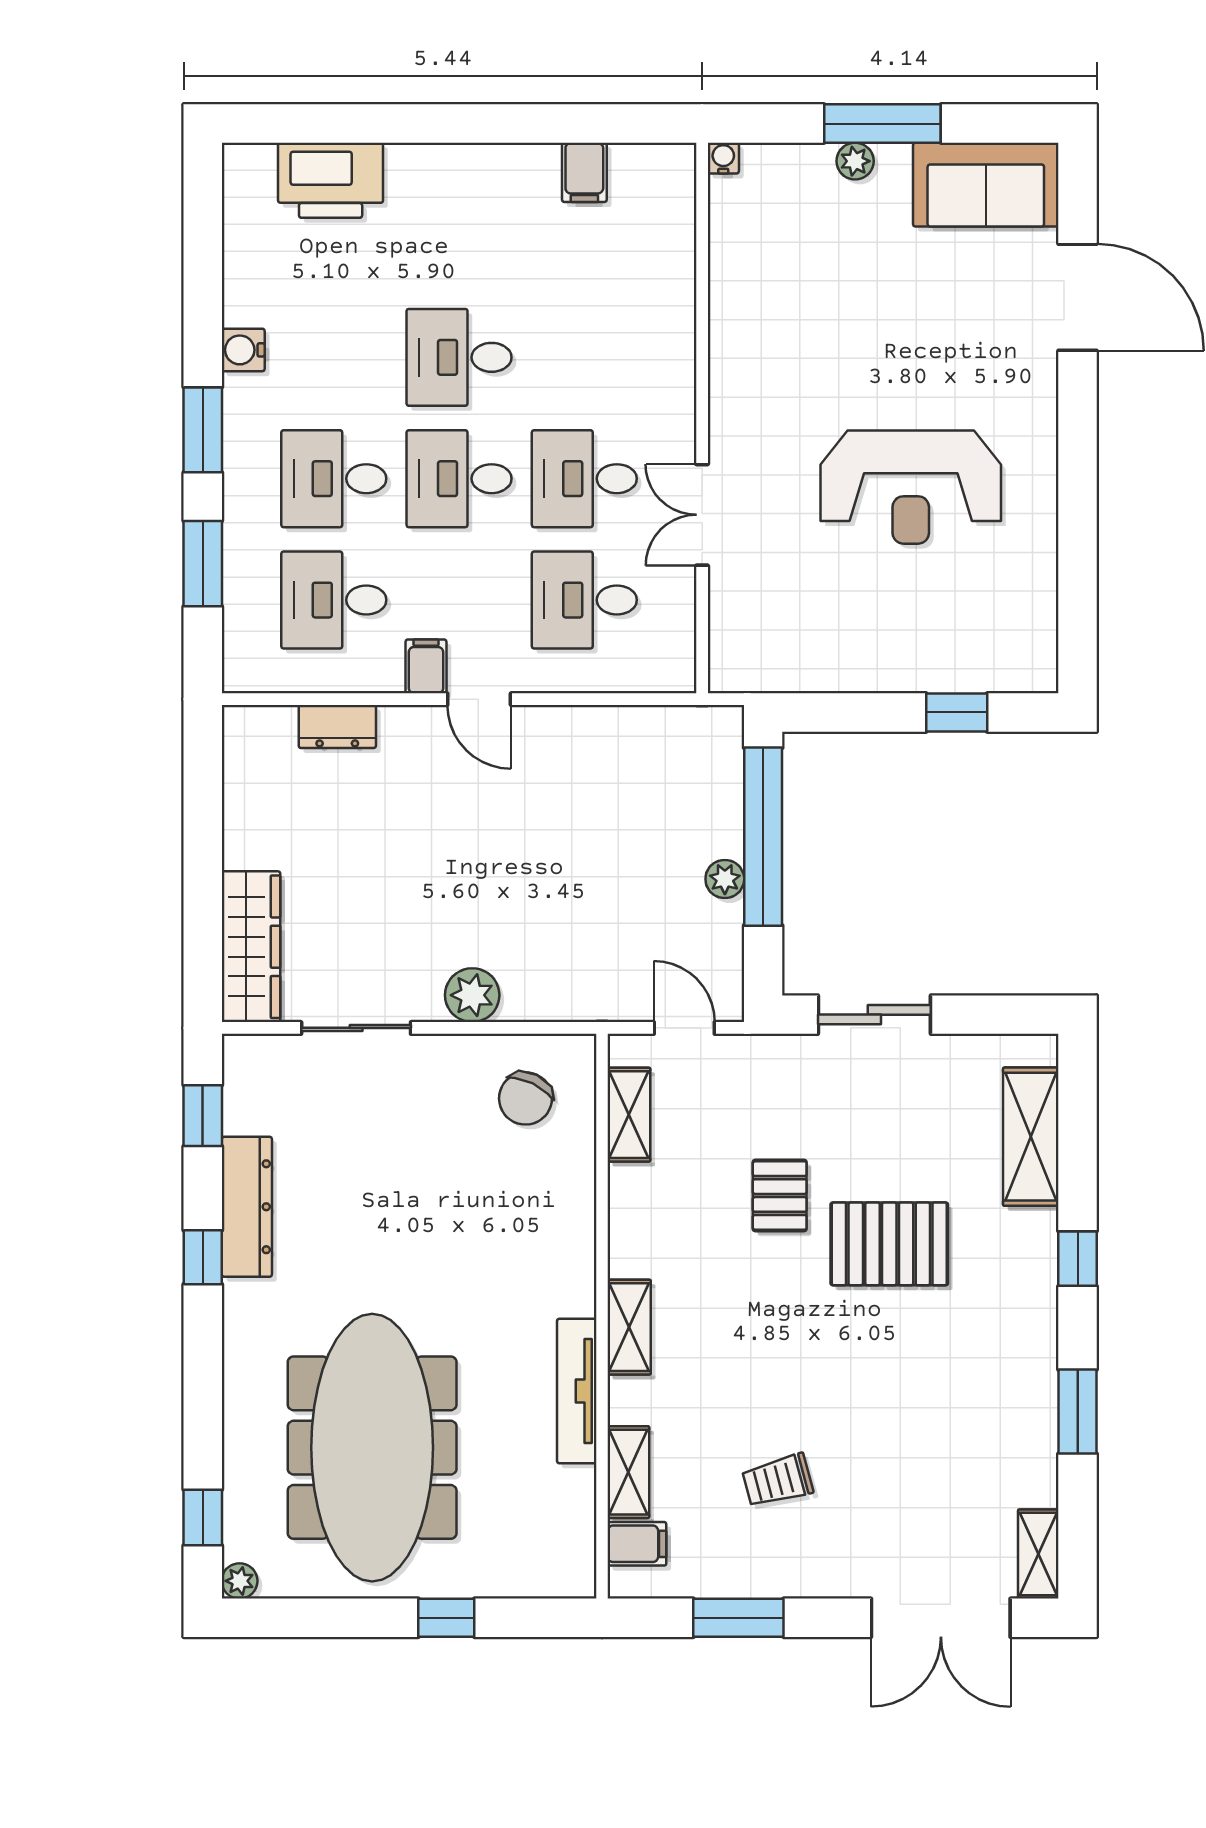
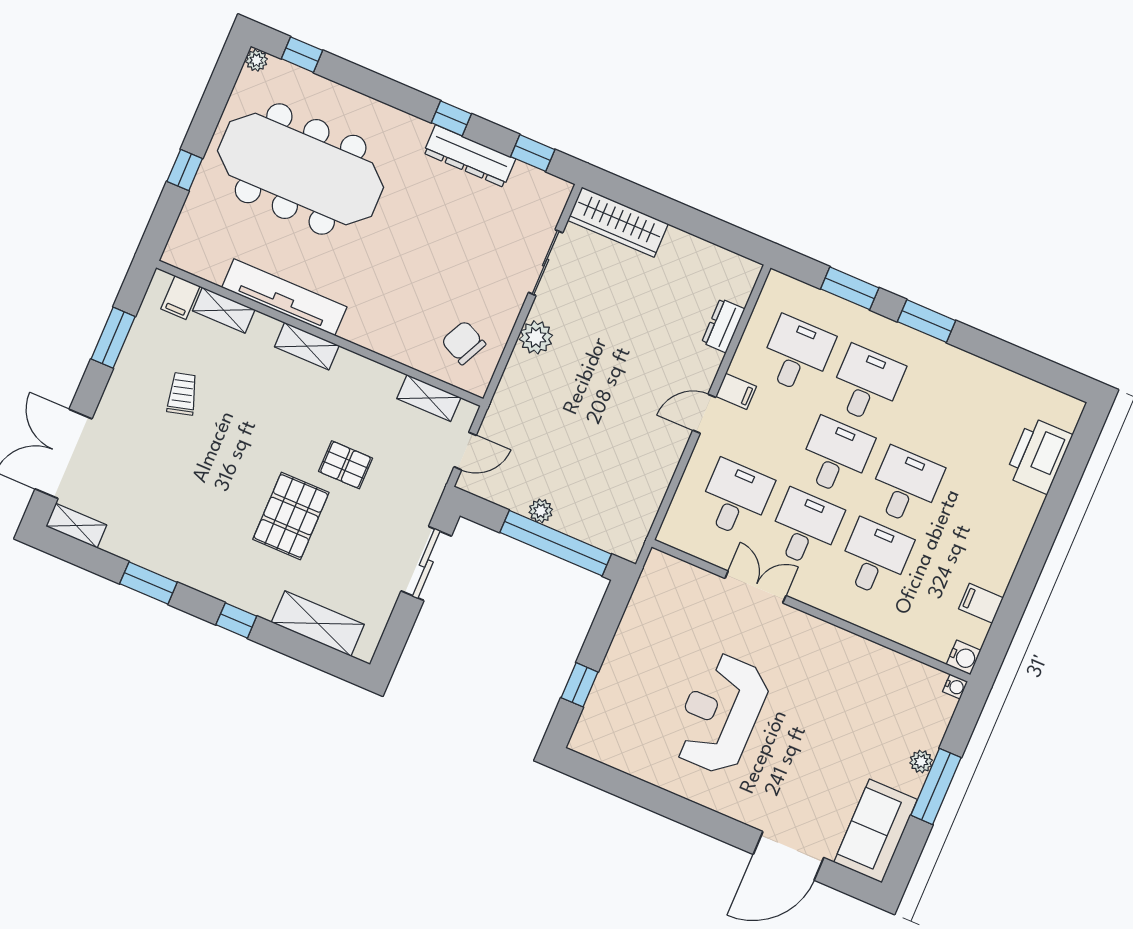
water cooler: (243, 350) -> (964, 657), moved, turned 90
desk: (584, 357) -> (875, 558), added
tv unit: (577, 1391) -> (284, 297), width x1.36, depth x1.29

